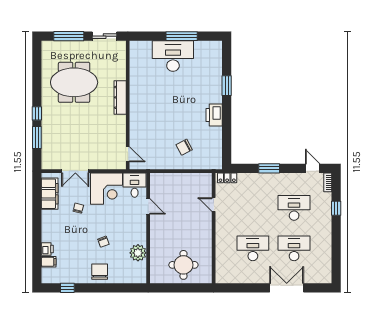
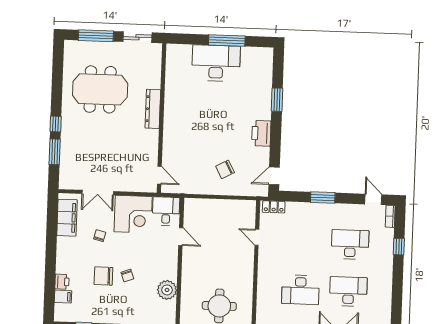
door: (227, 151) -> (274, 176), added
desk: (253, 248) -> (300, 290), turned 180
chair: (100, 272) -> (103, 276), moved, turned -90

